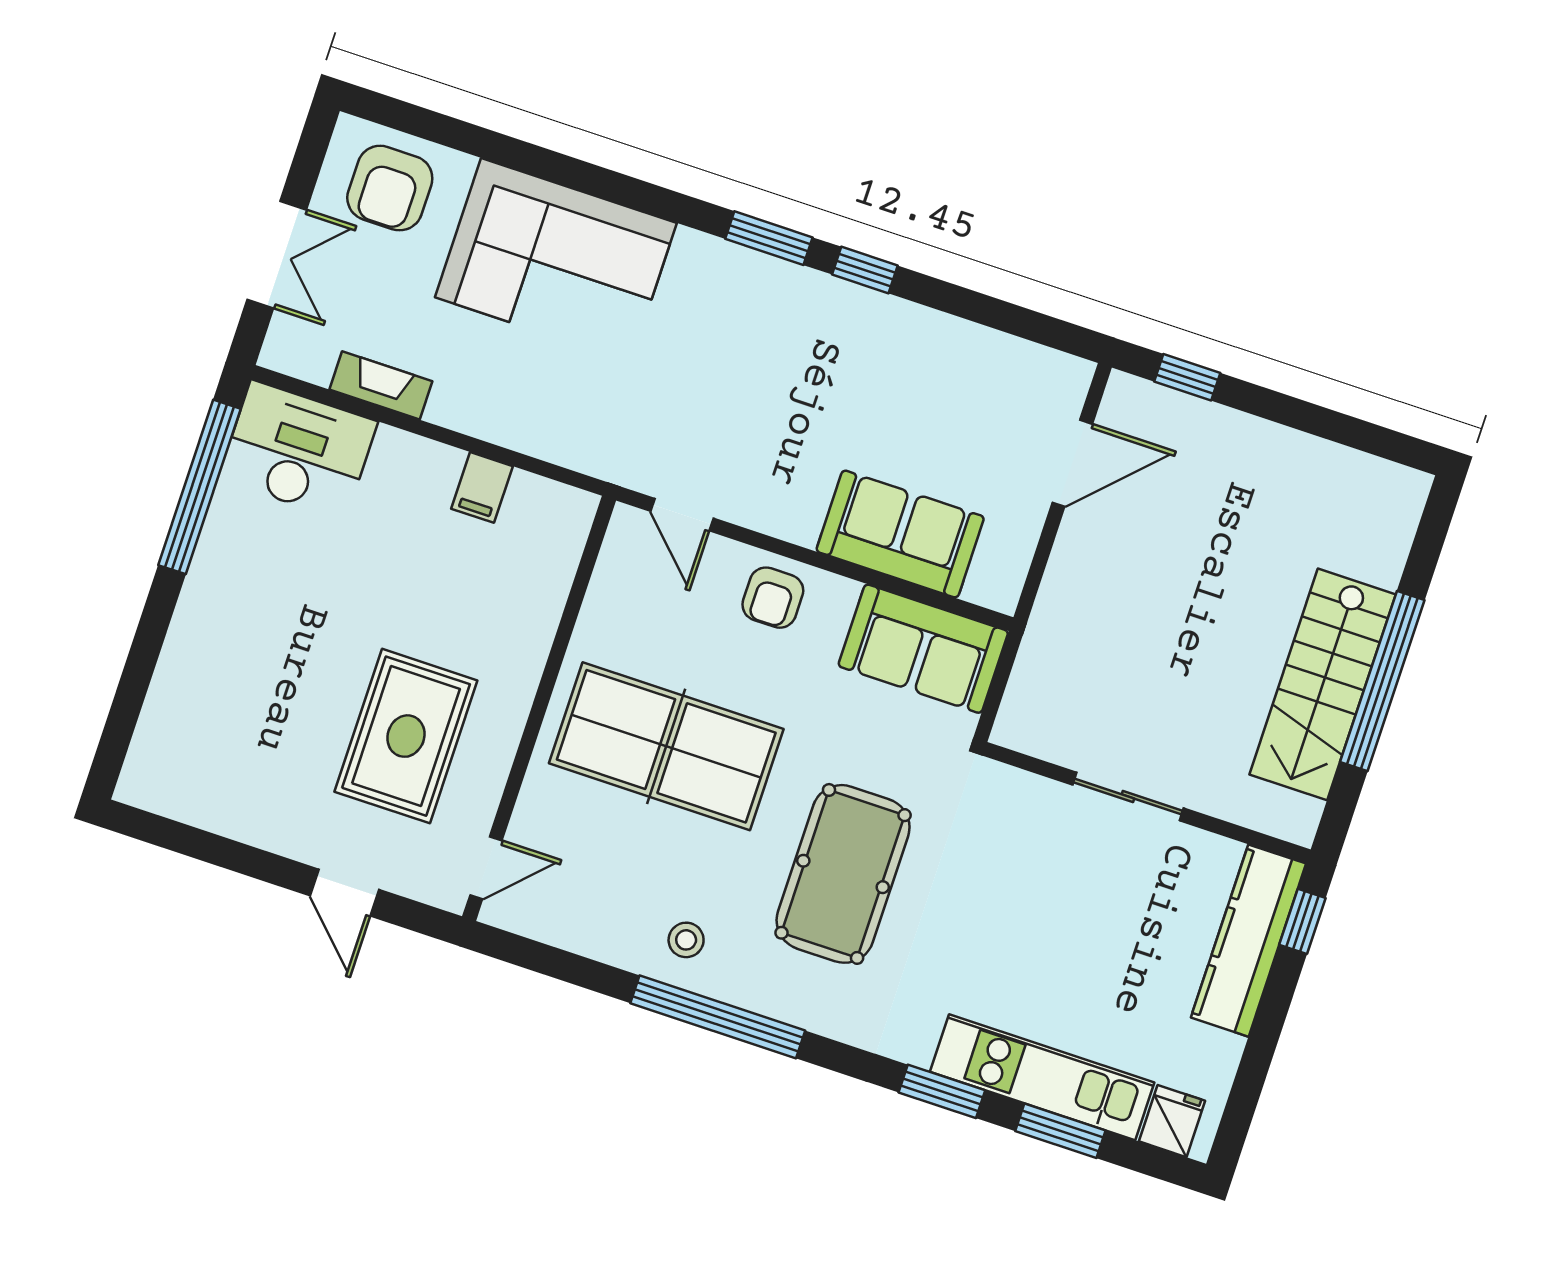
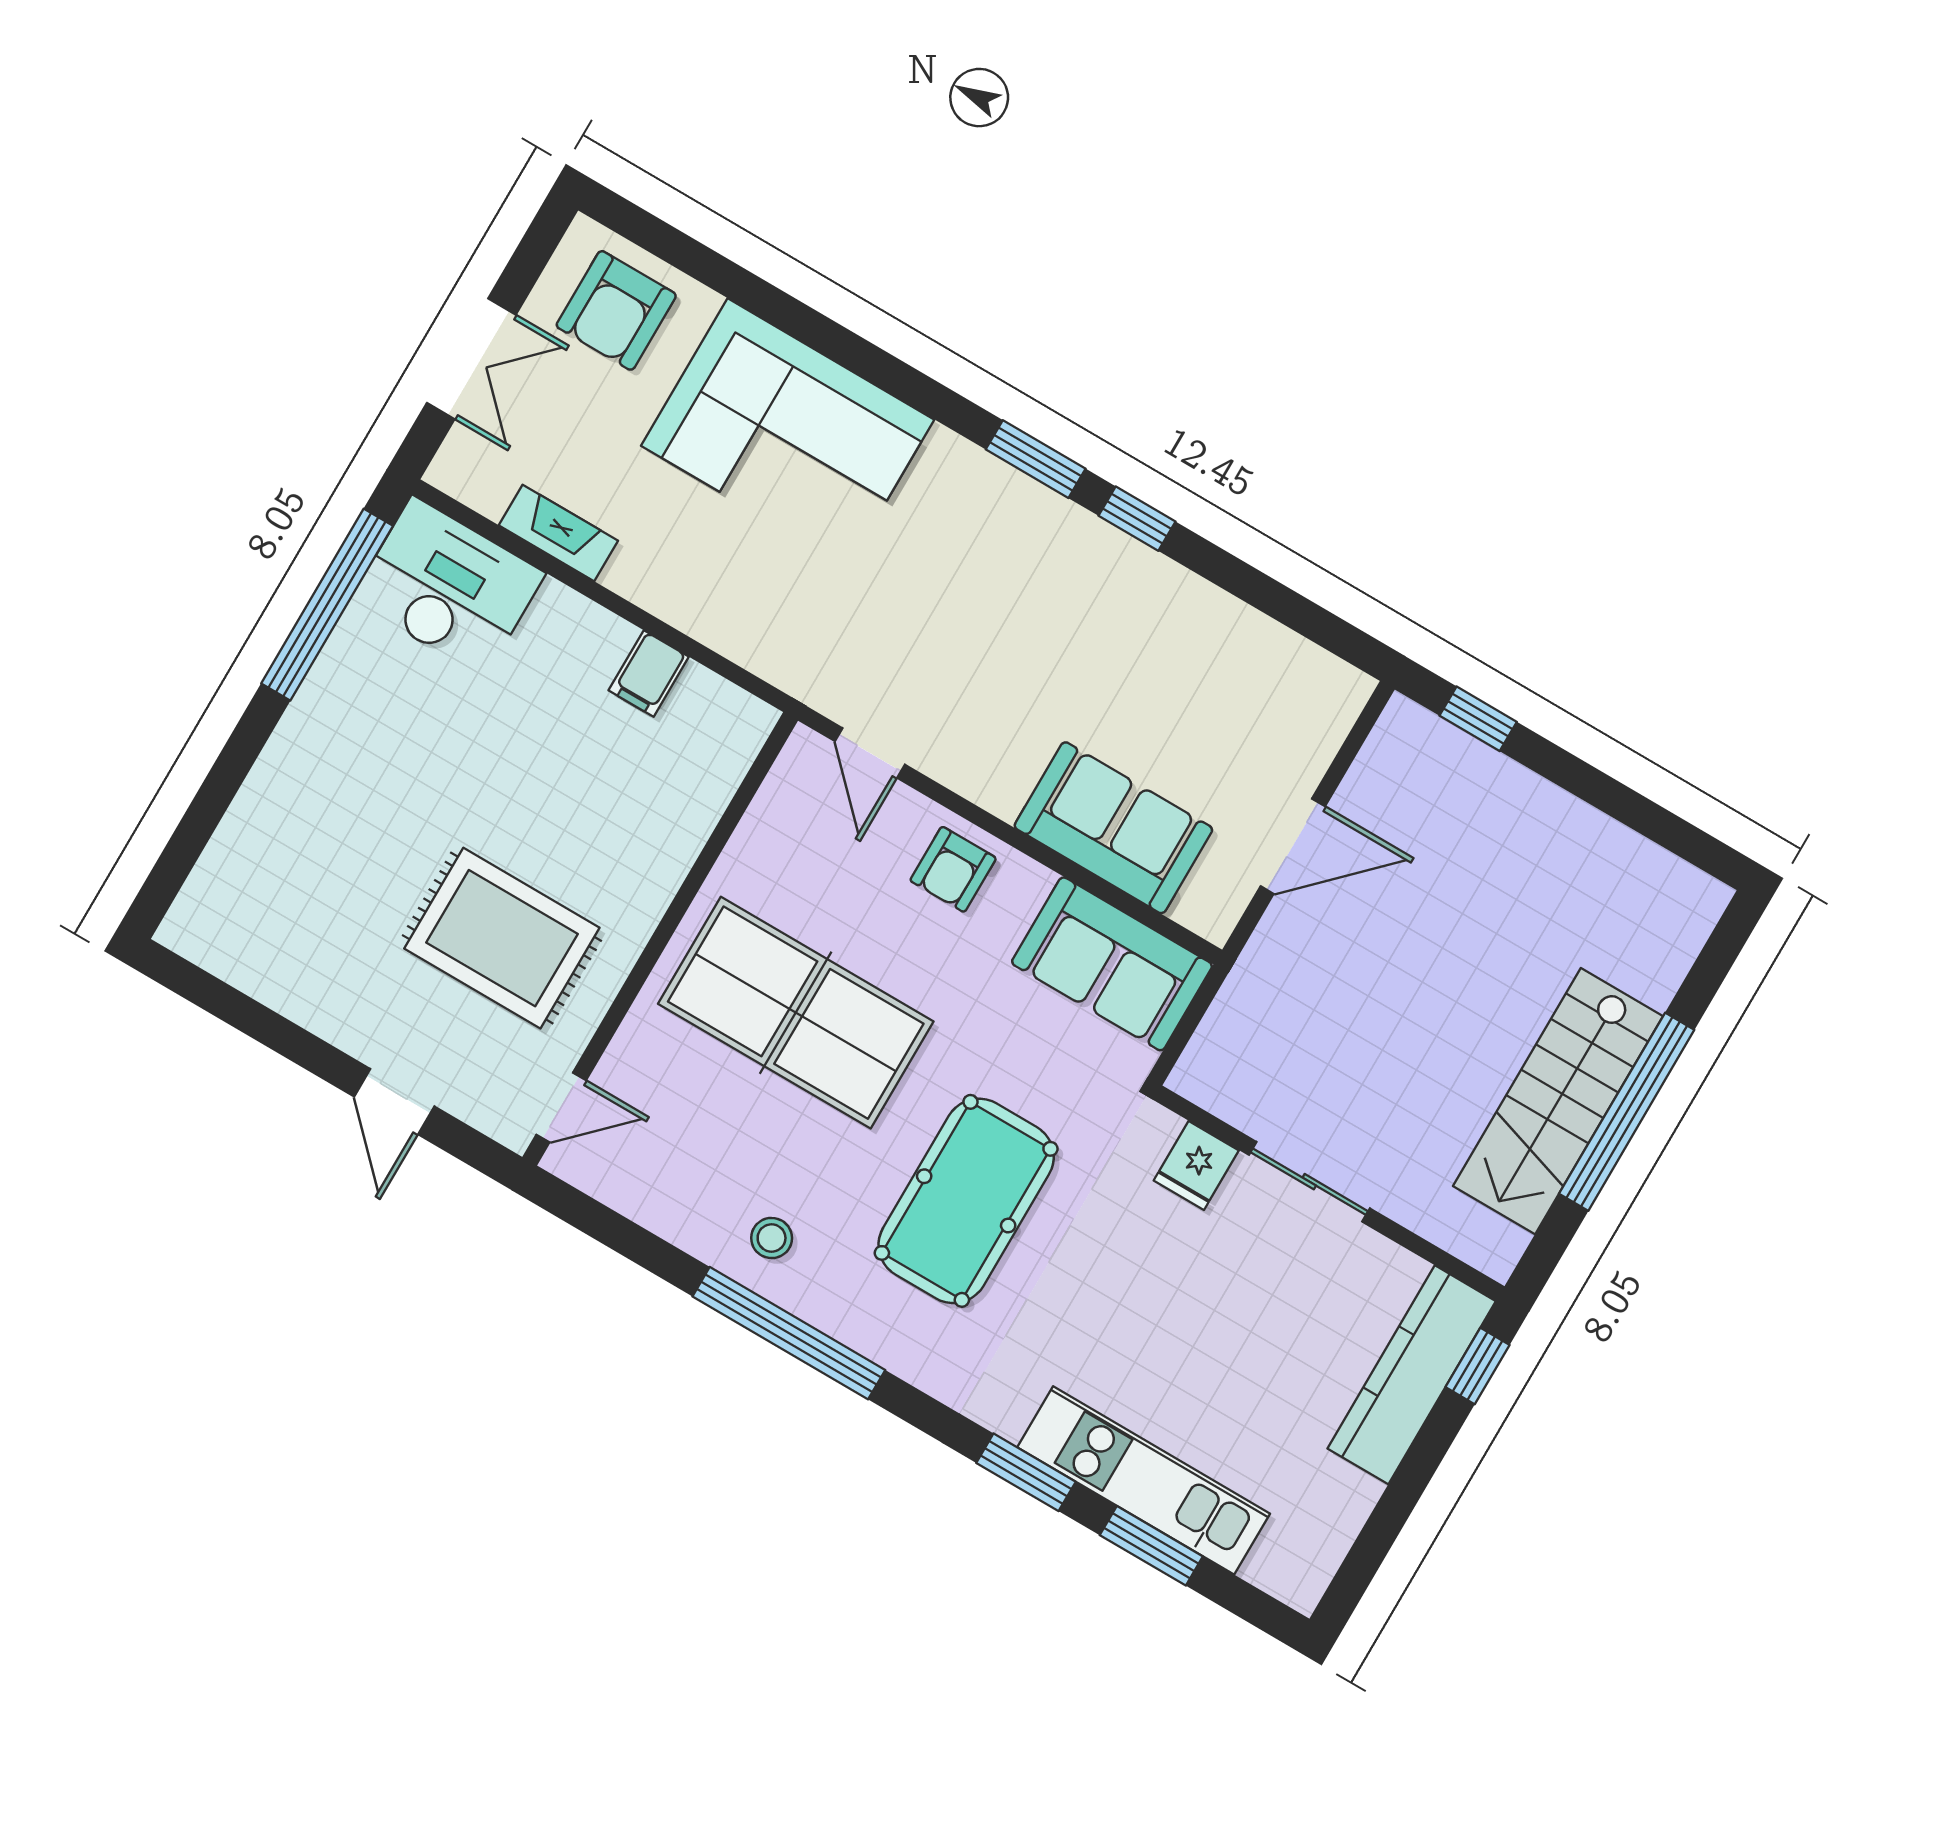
door: (1072, 463) -> (1293, 846), moved
rug: (406, 736) -> (502, 938), turned 90
fridge: (1172, 1121) -> (1196, 1165), moved, turned 180

